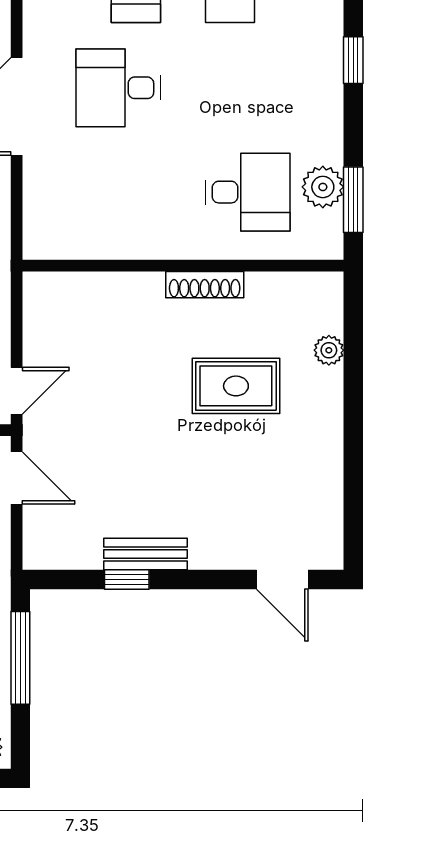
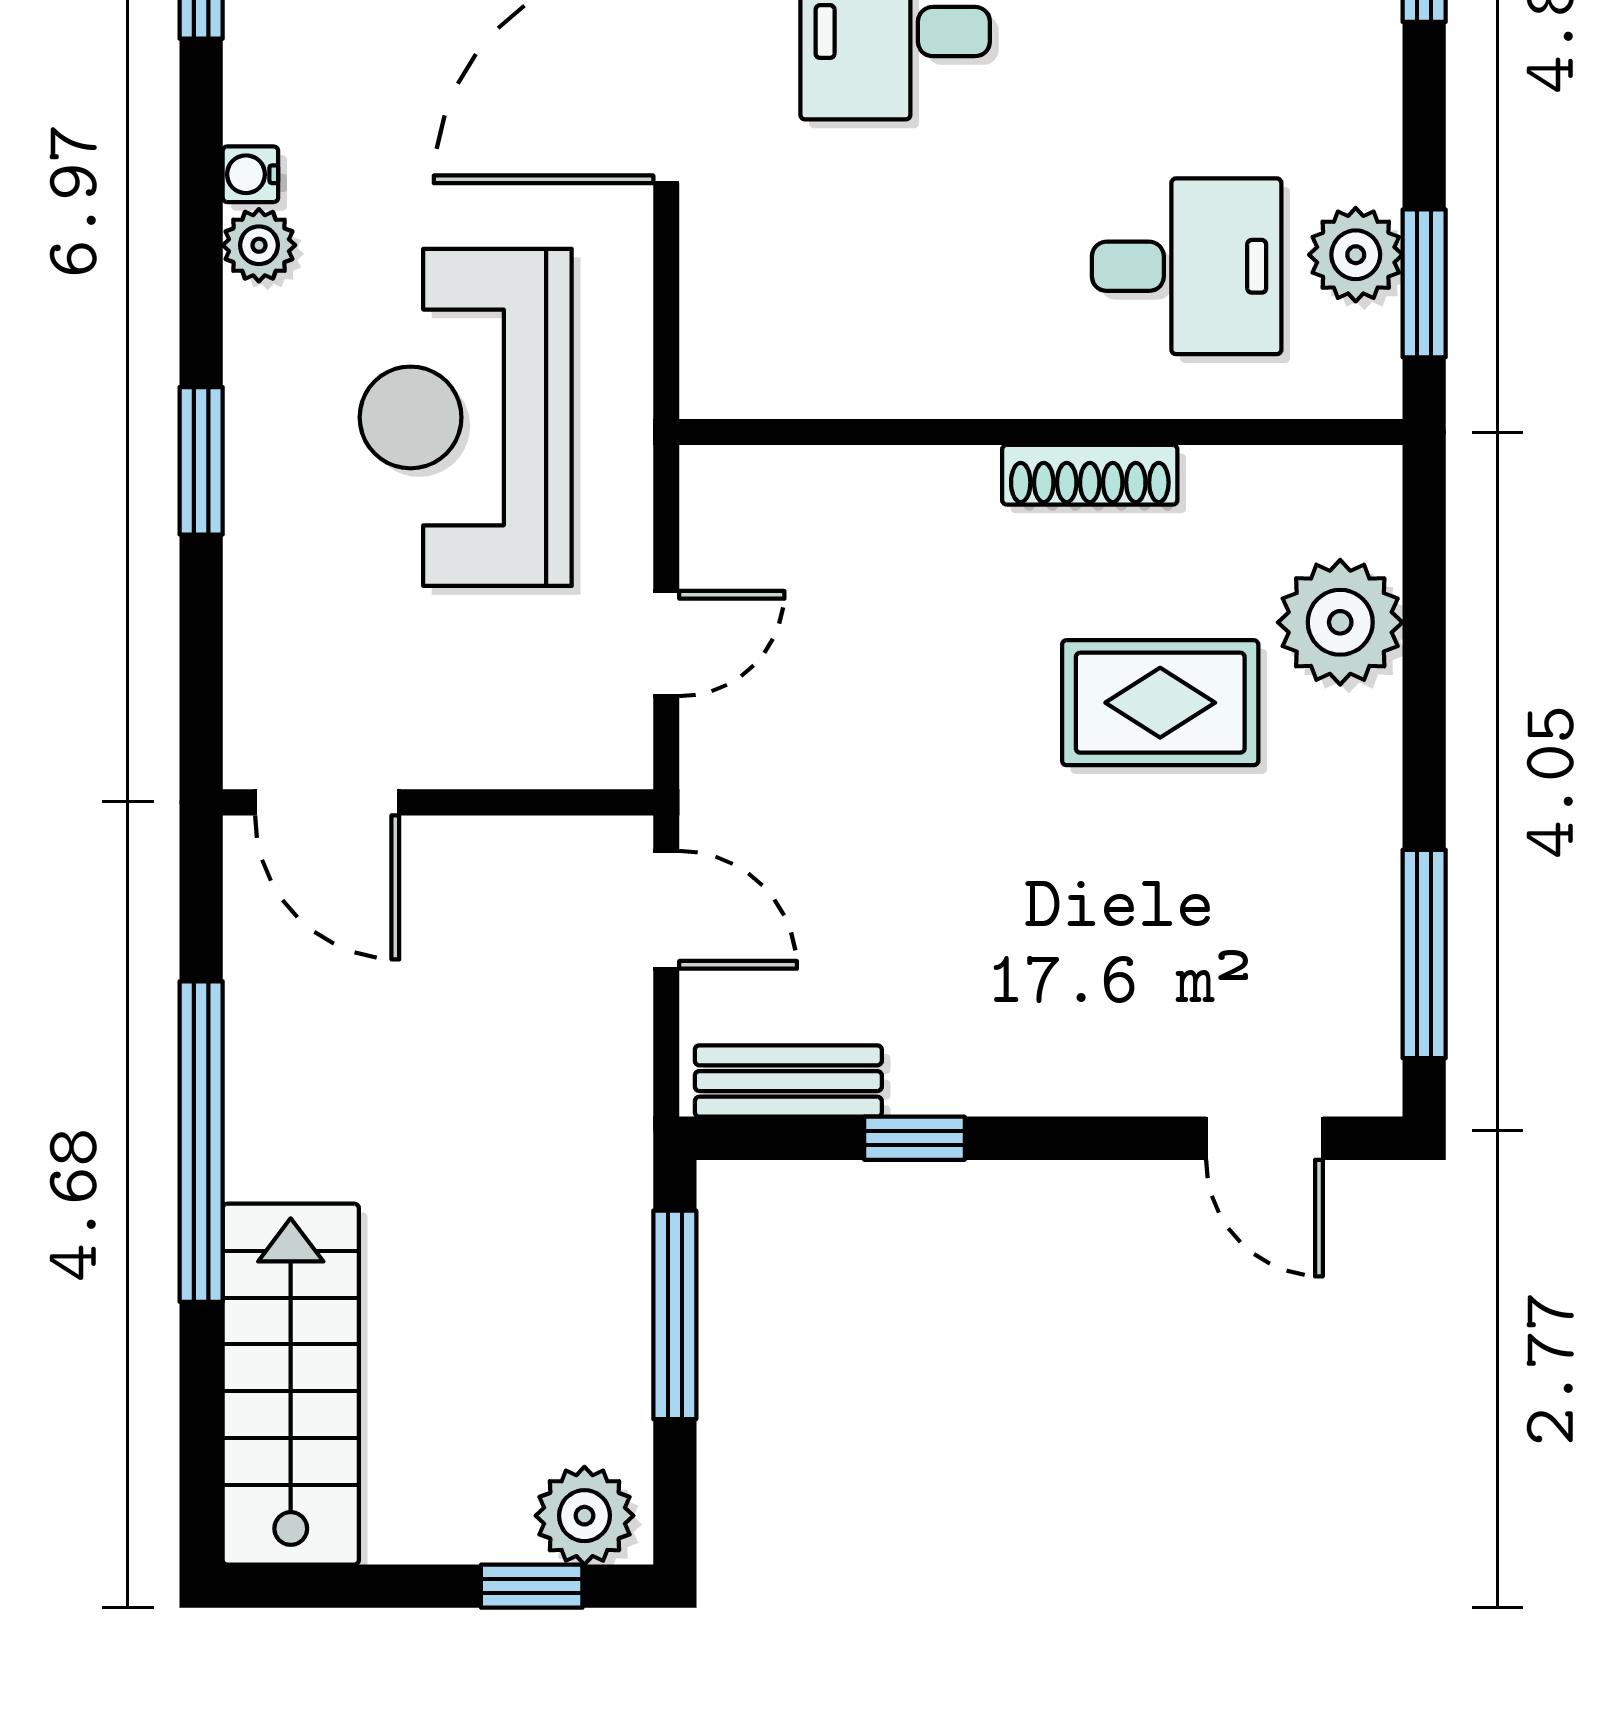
plant: (329, 350) -> (1340, 622), width x1.88, depth x1.88
door: (17, 391) -> (666, 644), moved
window: (353, 498) -> (1424, 954), added
bench: (145, 554) -> (788, 1081), moved

